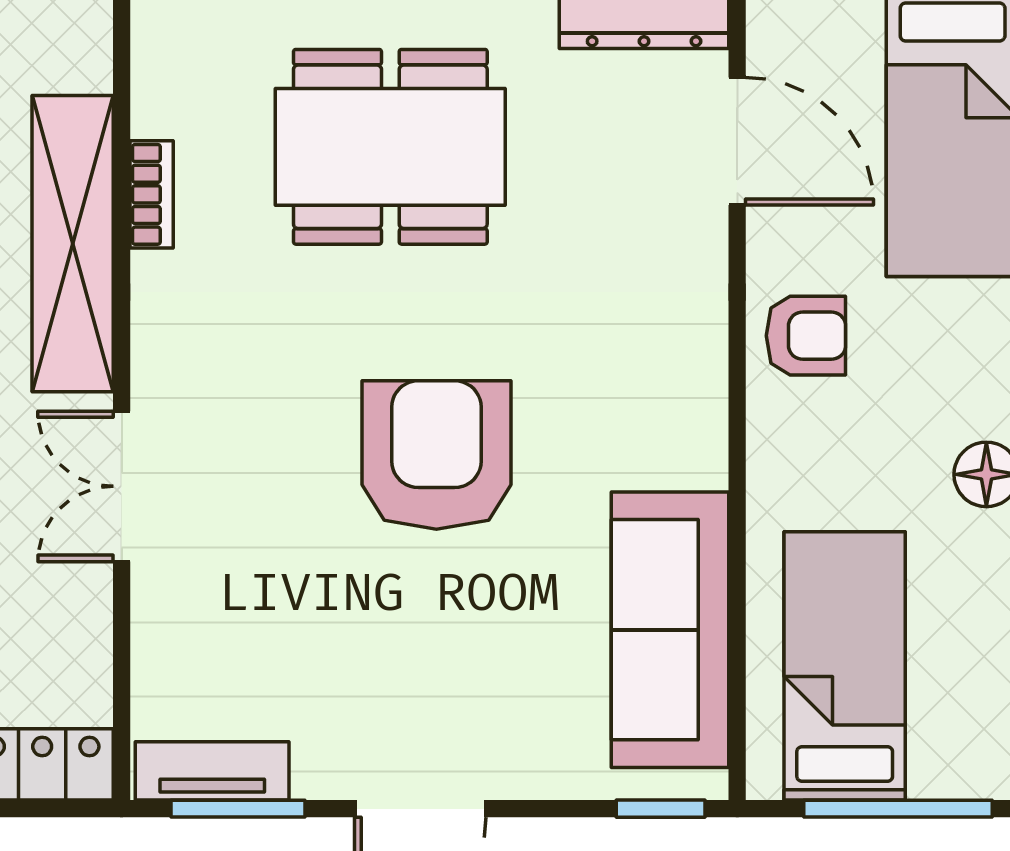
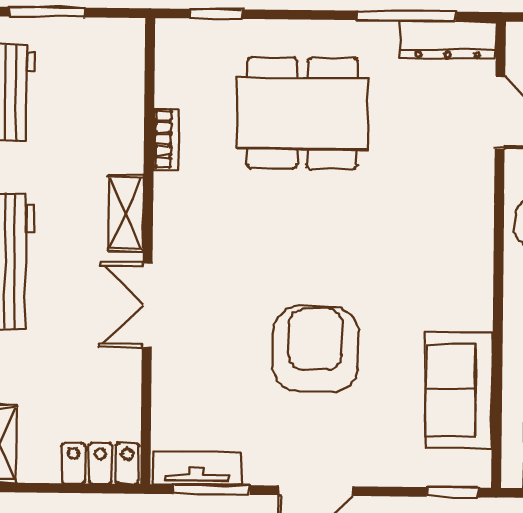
shelving: (73, 244) -> (126, 213), width x0.45, depth x0.75
armchair: (436, 455) -> (315, 349), moved
sofa: (670, 630) -> (459, 390), width x0.73

